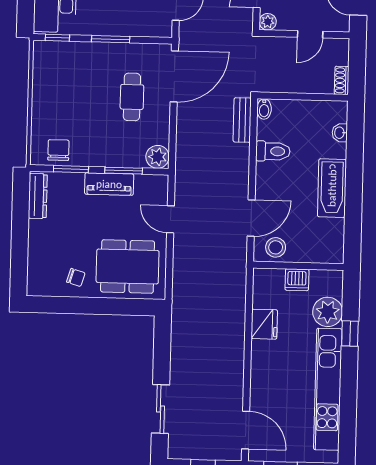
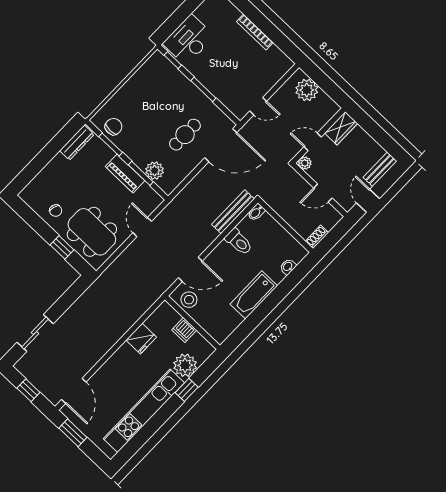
bench: (242, 120) -> (233, 212), width x1.36
plant: (158, 157) -> (155, 171), moved
window: (113, 306) -> (62, 247), added

